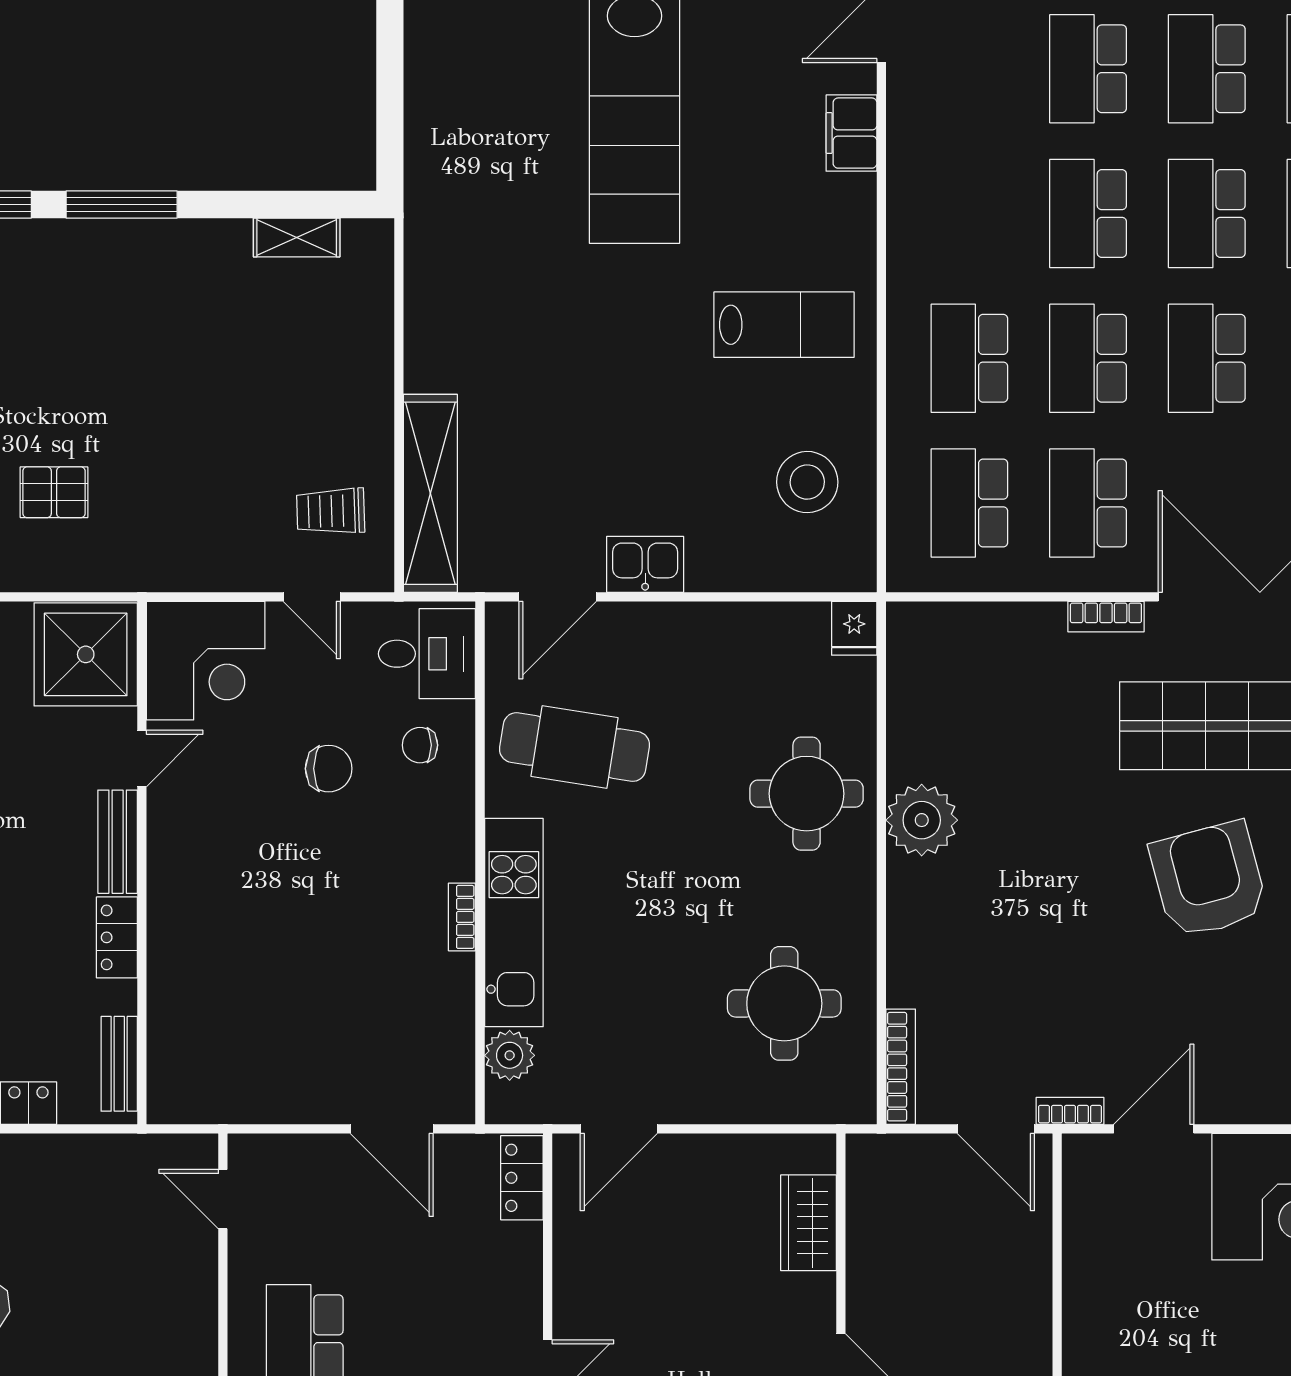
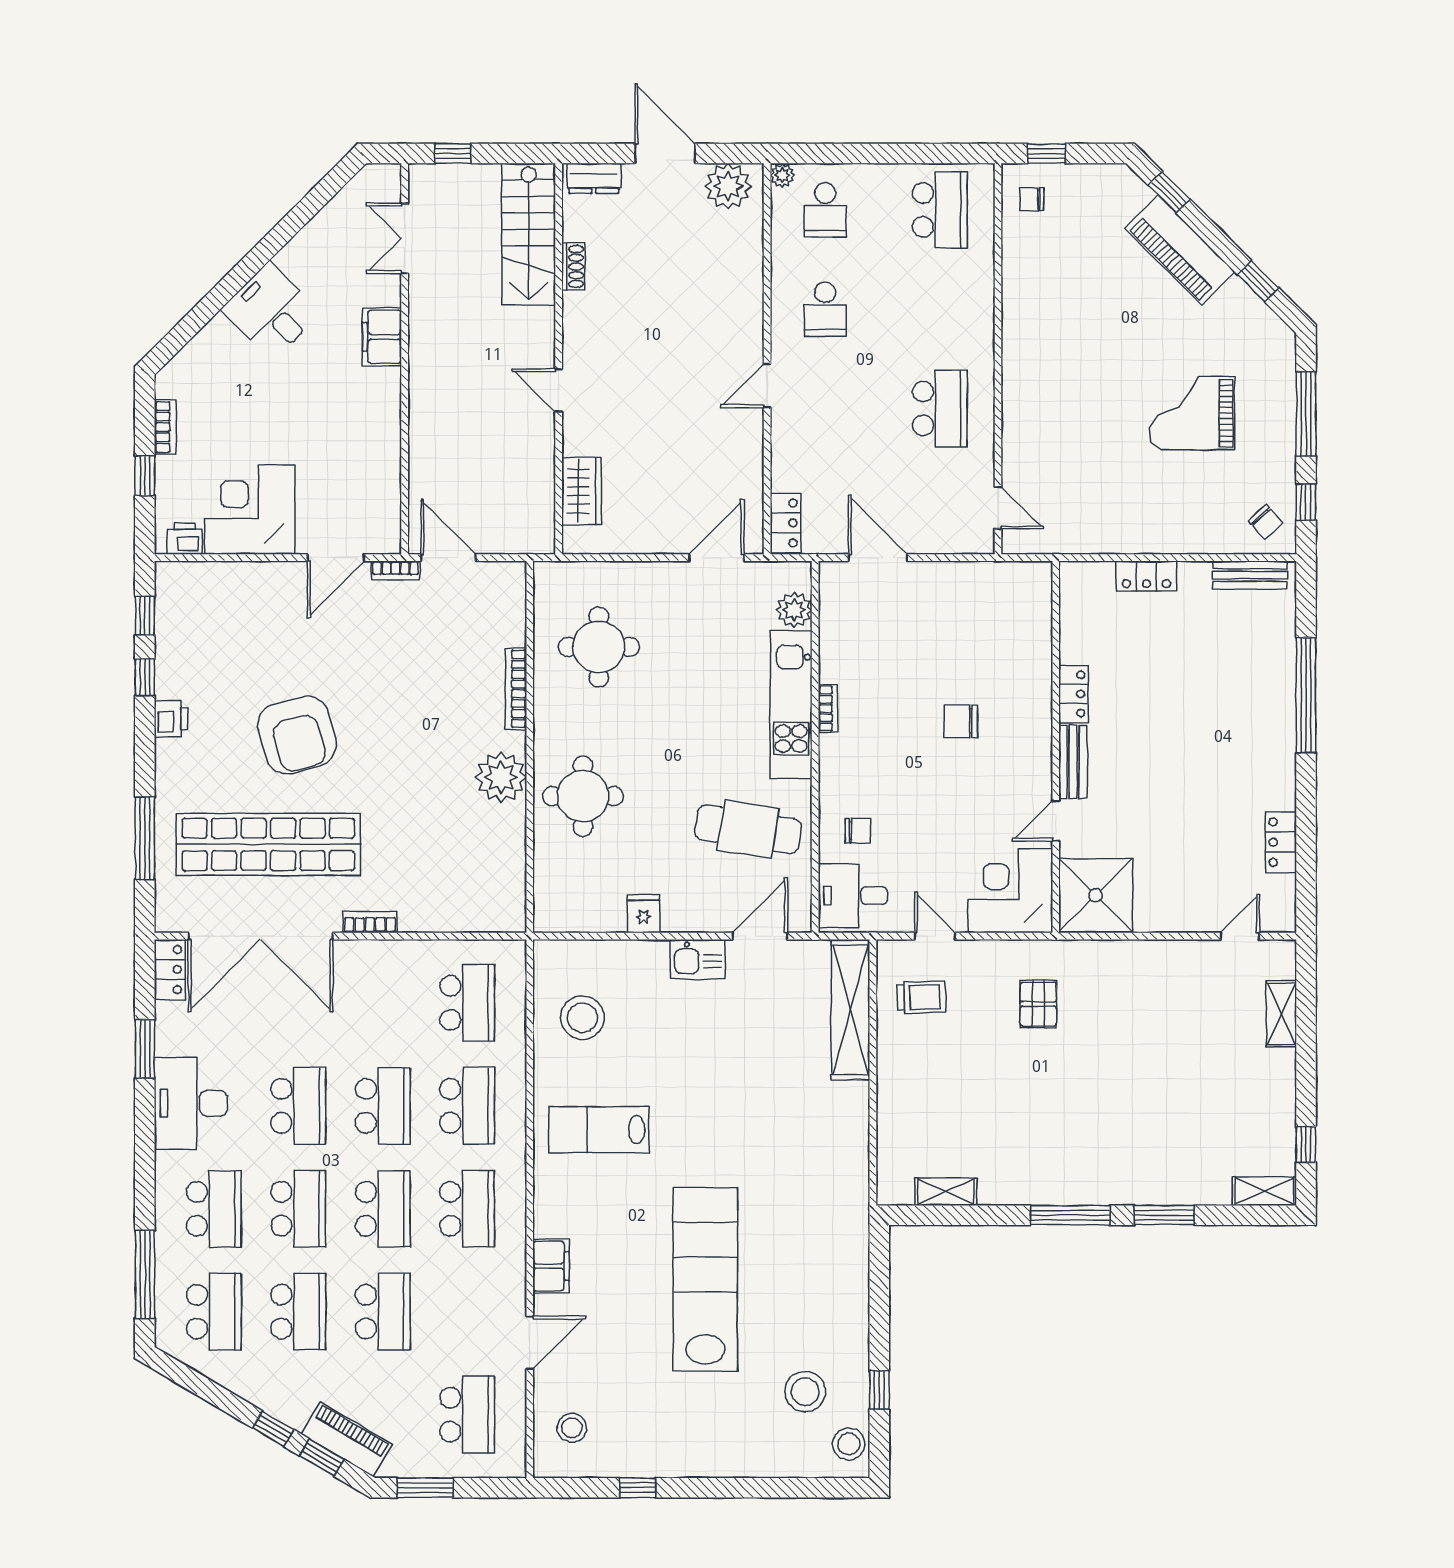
pallet: (54, 492) -> (1038, 1004), moved, turned 90
school desk: (1088, 503) -> (467, 1209), moved
fridge: (854, 628) -> (644, 914), moved
chair: (329, 769) -> (961, 721), moved
bench: (119, 1064) -> (1072, 604), removed
bookcase: (901, 1067) -> (516, 689), moved

